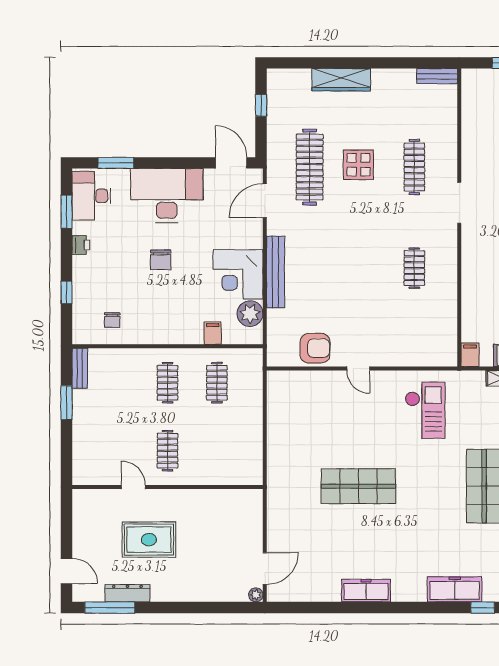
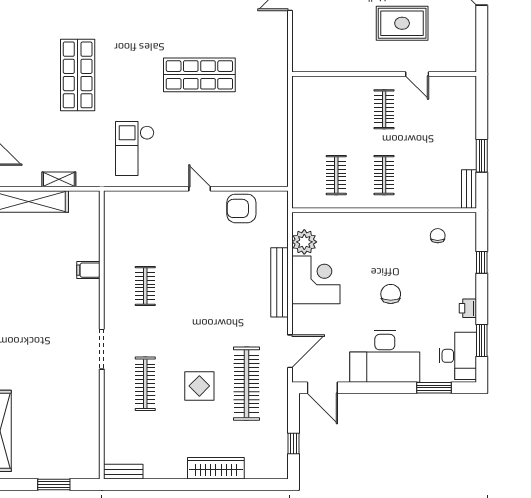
filing cabinet: (213, 333) -> (340, 223), removed
filing cabinet: (470, 355) -> (88, 270), moved, turned 90

